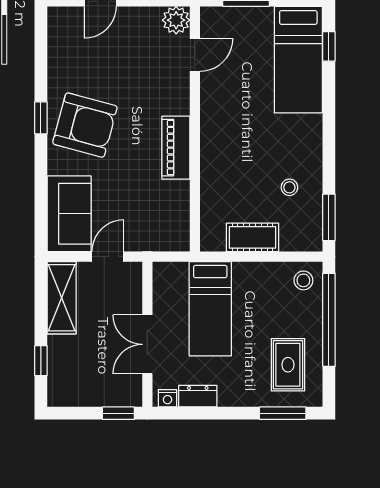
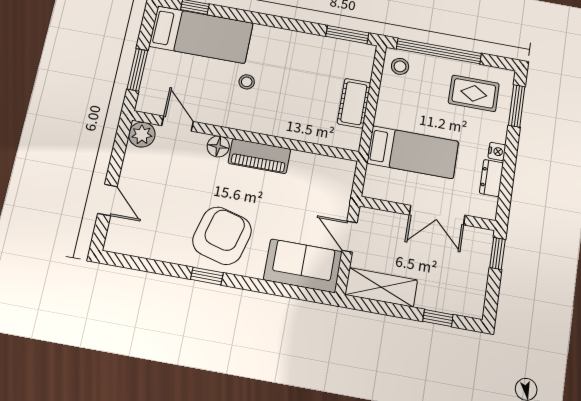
floor lamp: (178, 102) -> (218, 146), added
stool: (289, 187) -> (247, 82), moved
nightstand: (168, 398) -> (497, 151), moved

